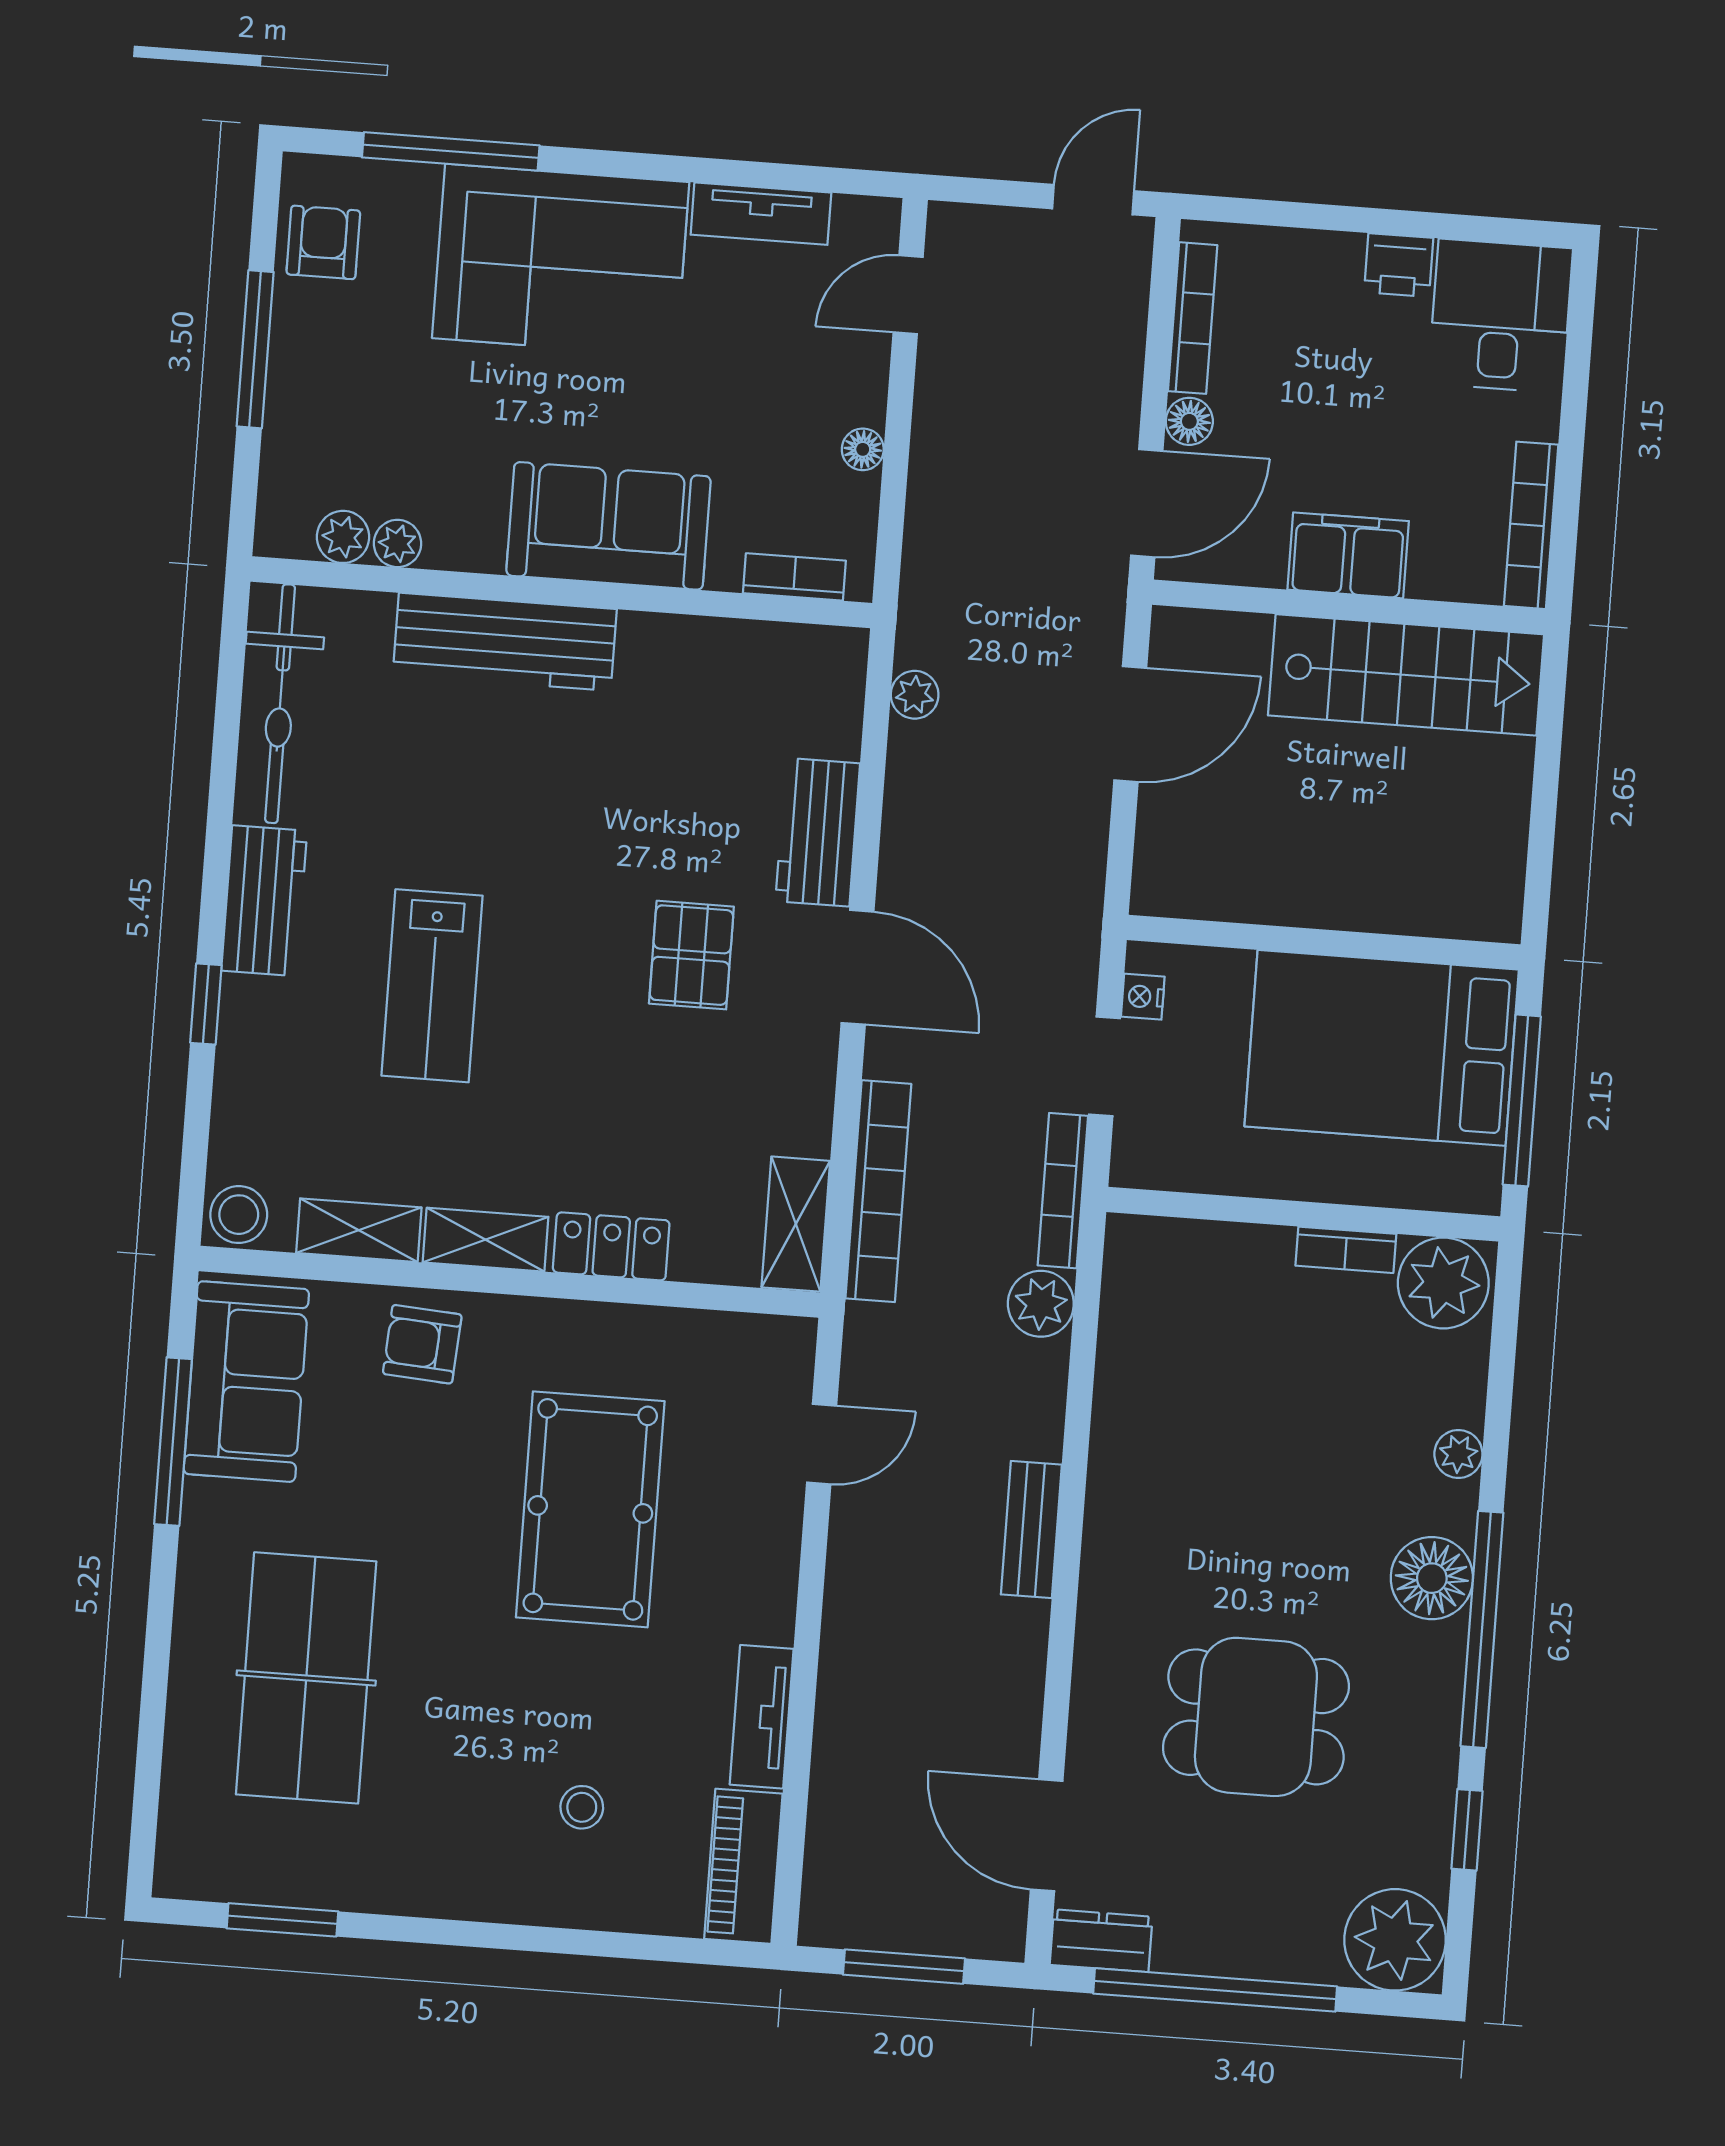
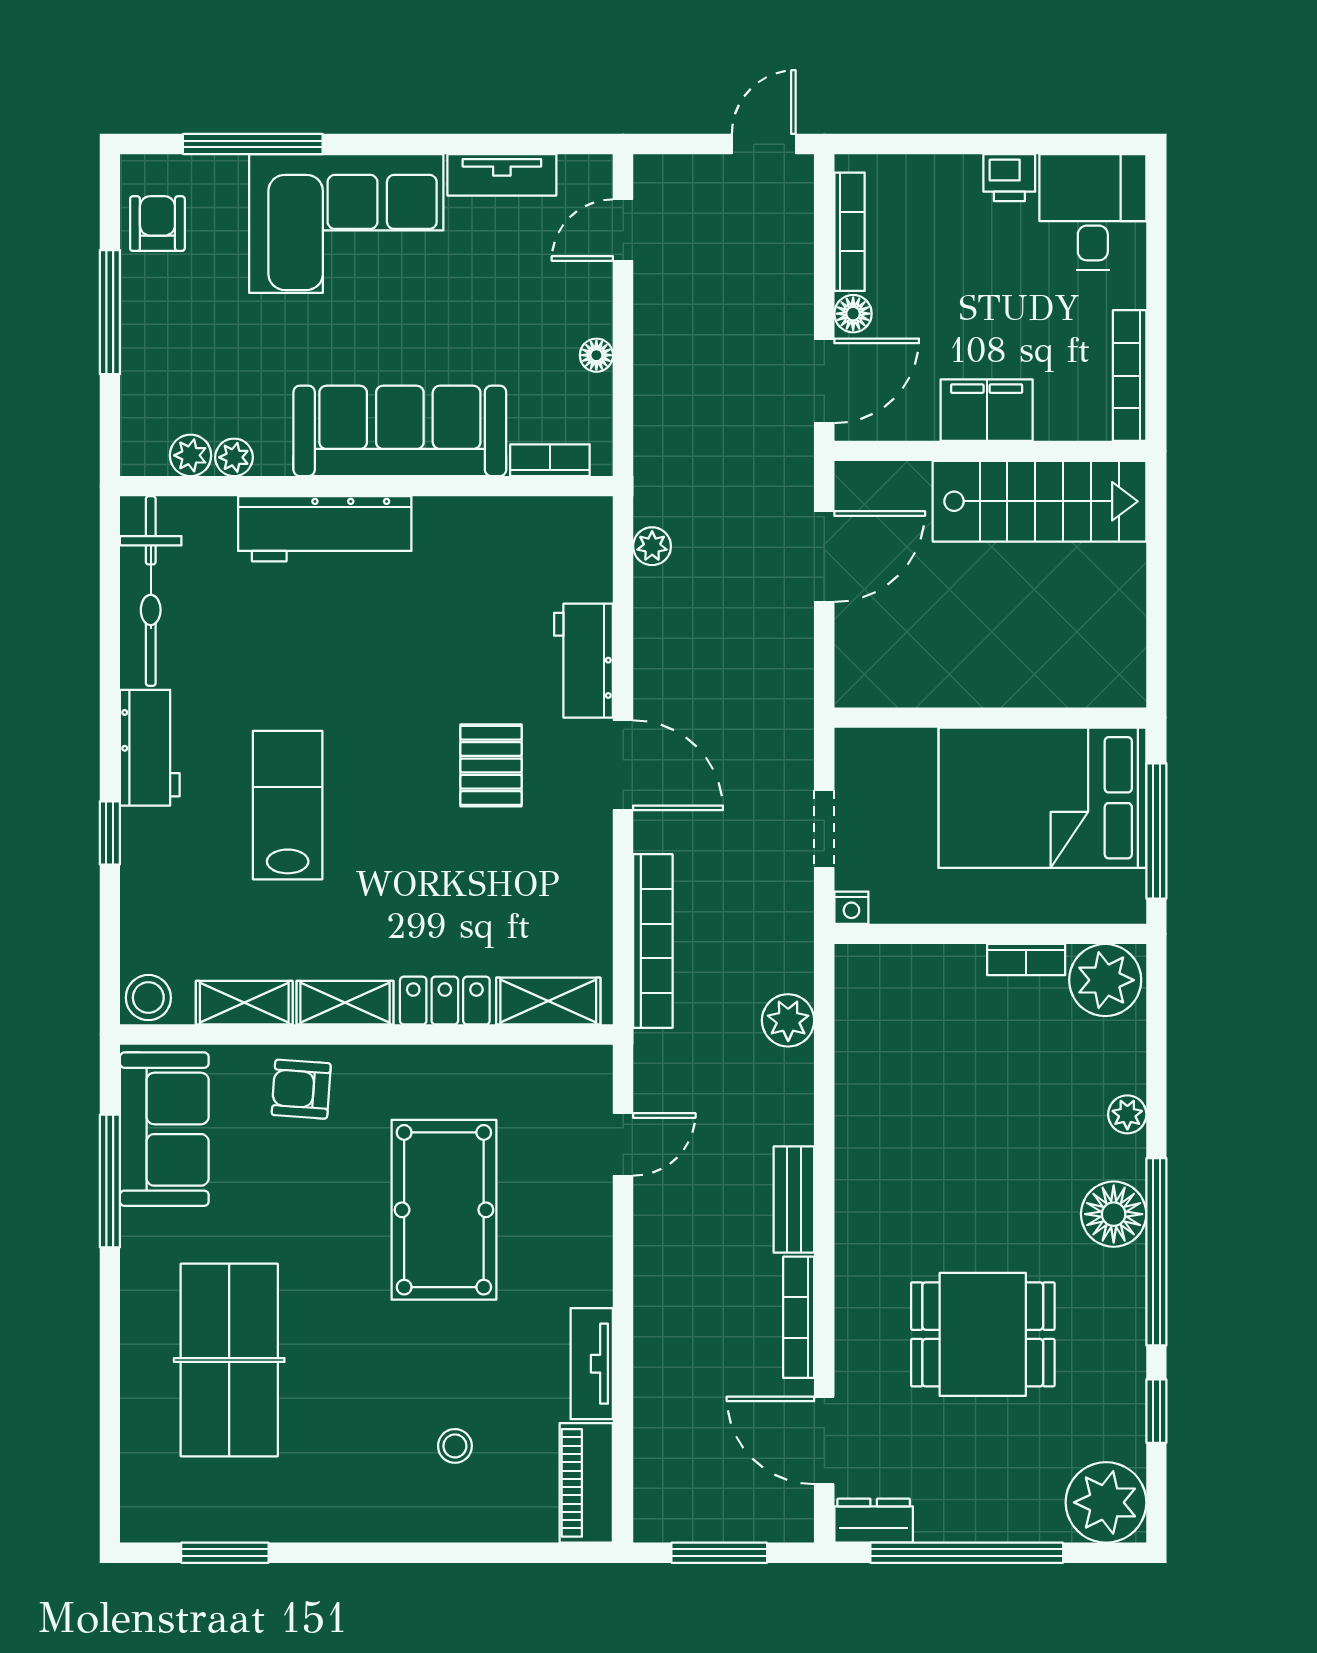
sofa: (608, 526) -> (400, 431), width x1.36
lab bench: (432, 986) -> (288, 805), turned 180
nightstand: (1143, 997) -> (851, 908), moved, turned -90
bookcase: (1063, 1191) -> (799, 1317), moved
shelving: (796, 1224) -> (548, 1001), moved, turned 90

